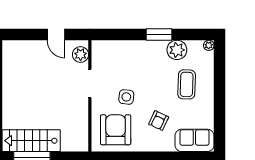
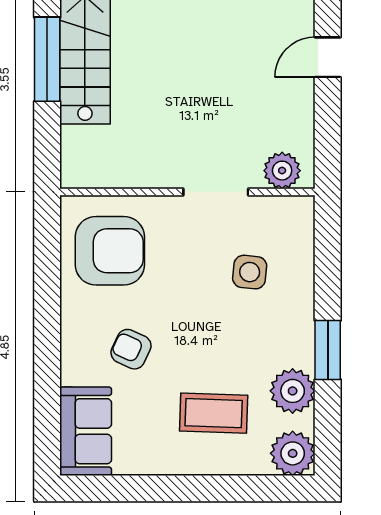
door: (56, 35) -> (328, 57), moved
plant: (209, 45) -> (293, 453), width x1.88, depth x1.88
side table: (126, 97) -> (250, 272), moved

